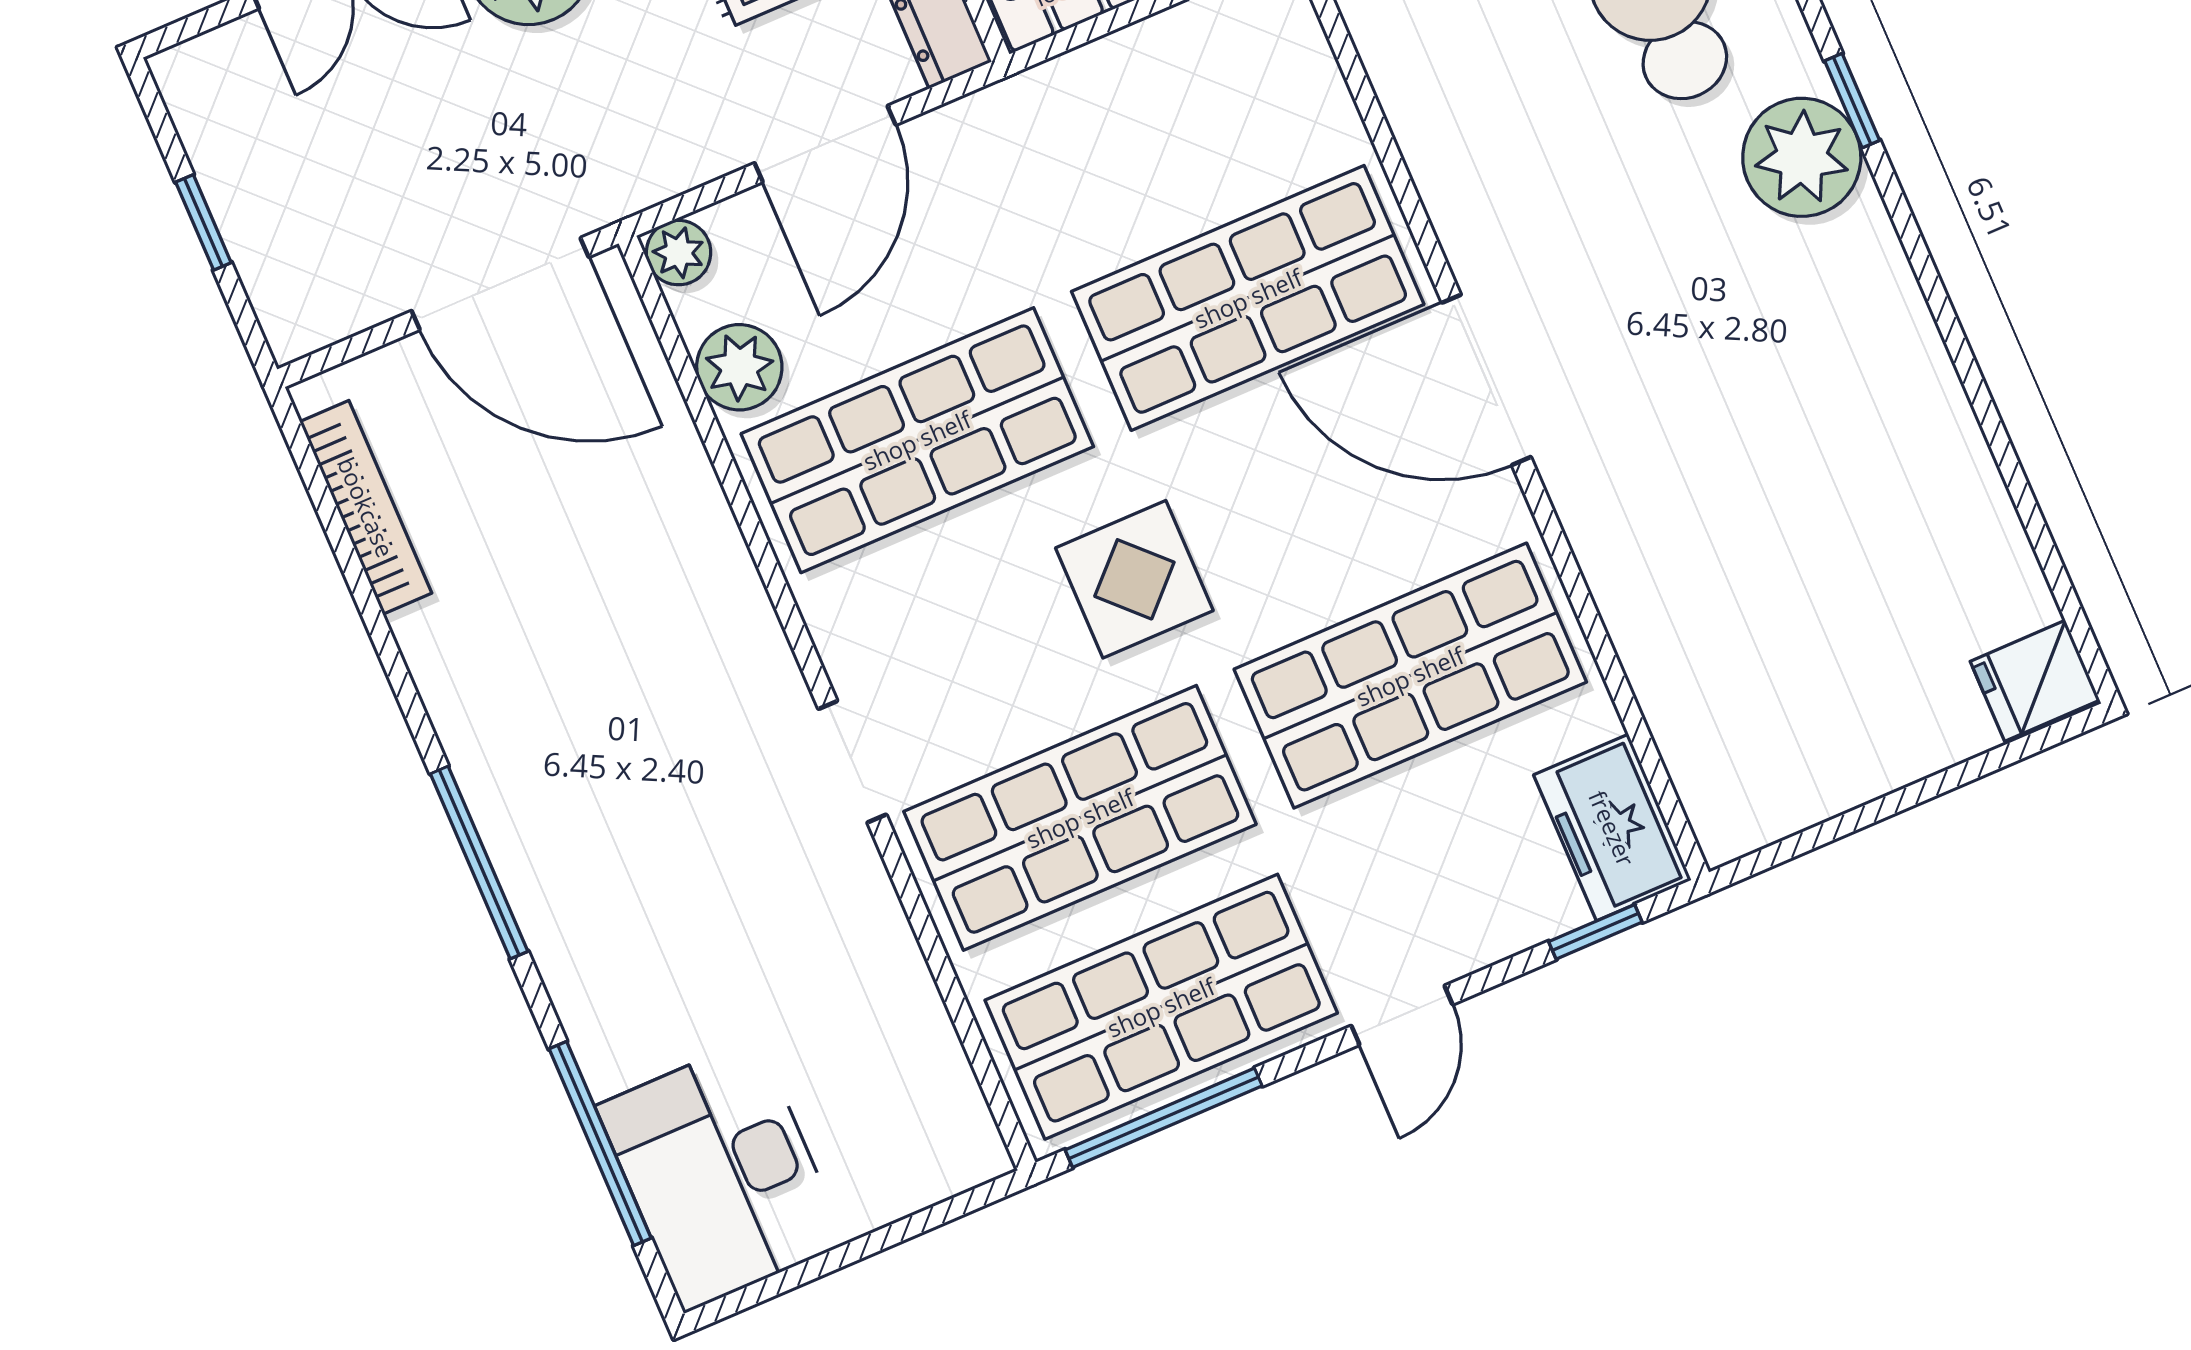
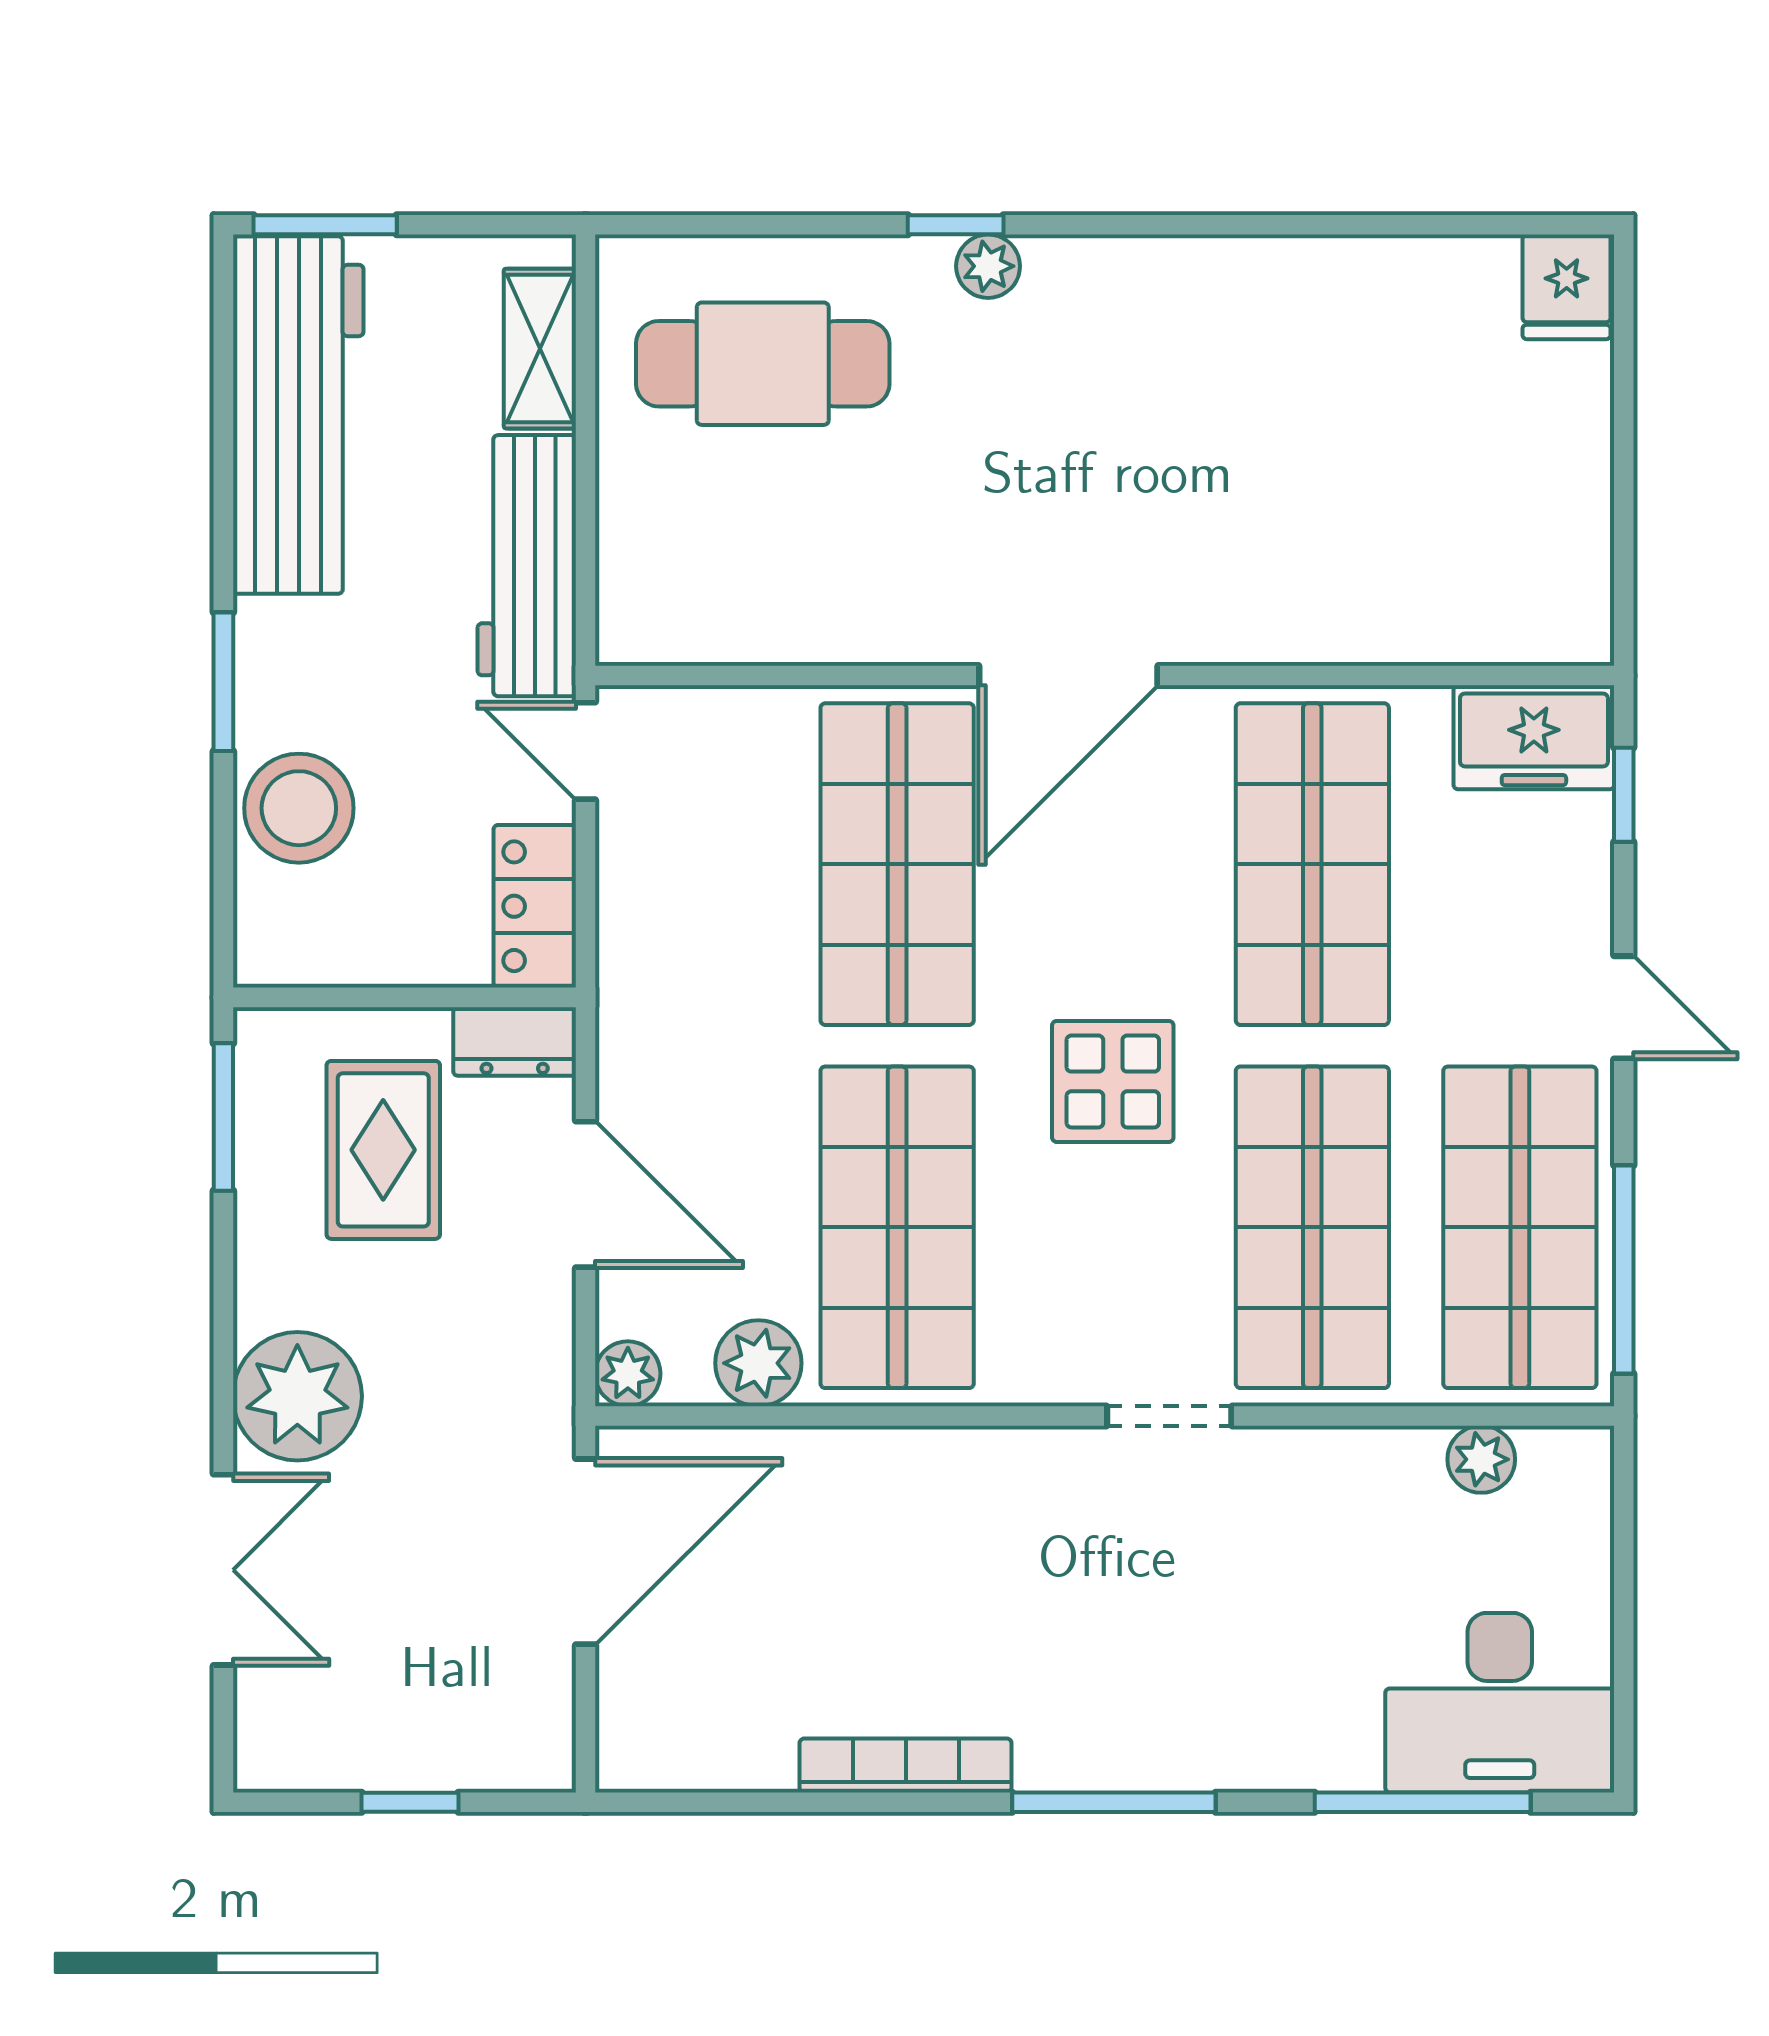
plant: (1802, 157) -> (988, 266), width x0.53, depth x0.53
bookcase: (366, 507) -> (906, 1765), moved
plant: (935, 1062) -> (1481, 1459), added

